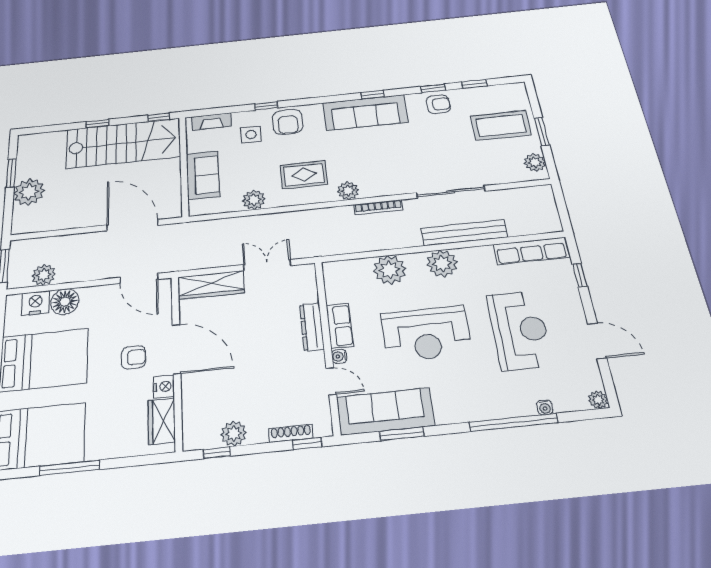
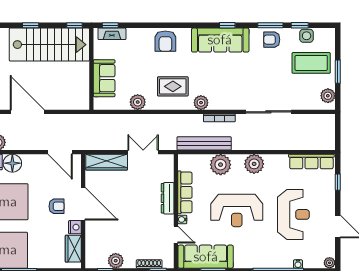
window: (433, 88) -> (270, 25), width x1.50
armchair: (438, 104) -> (272, 40), turned 180
window: (266, 106) -> (110, 25), moved
side table: (251, 135) -> (307, 36), moved
door: (132, 225) -> (27, 112), moved
bench: (464, 233) -> (204, 143), moved
row of seats: (340, 326) -> (185, 192), width x1.48

